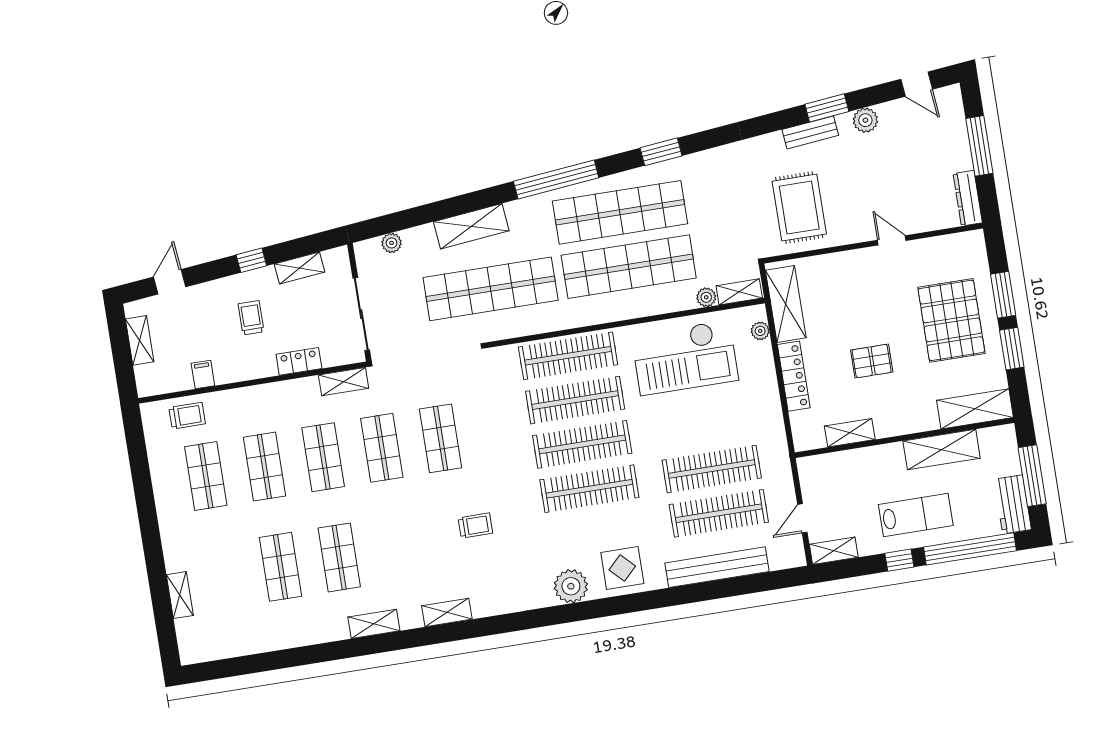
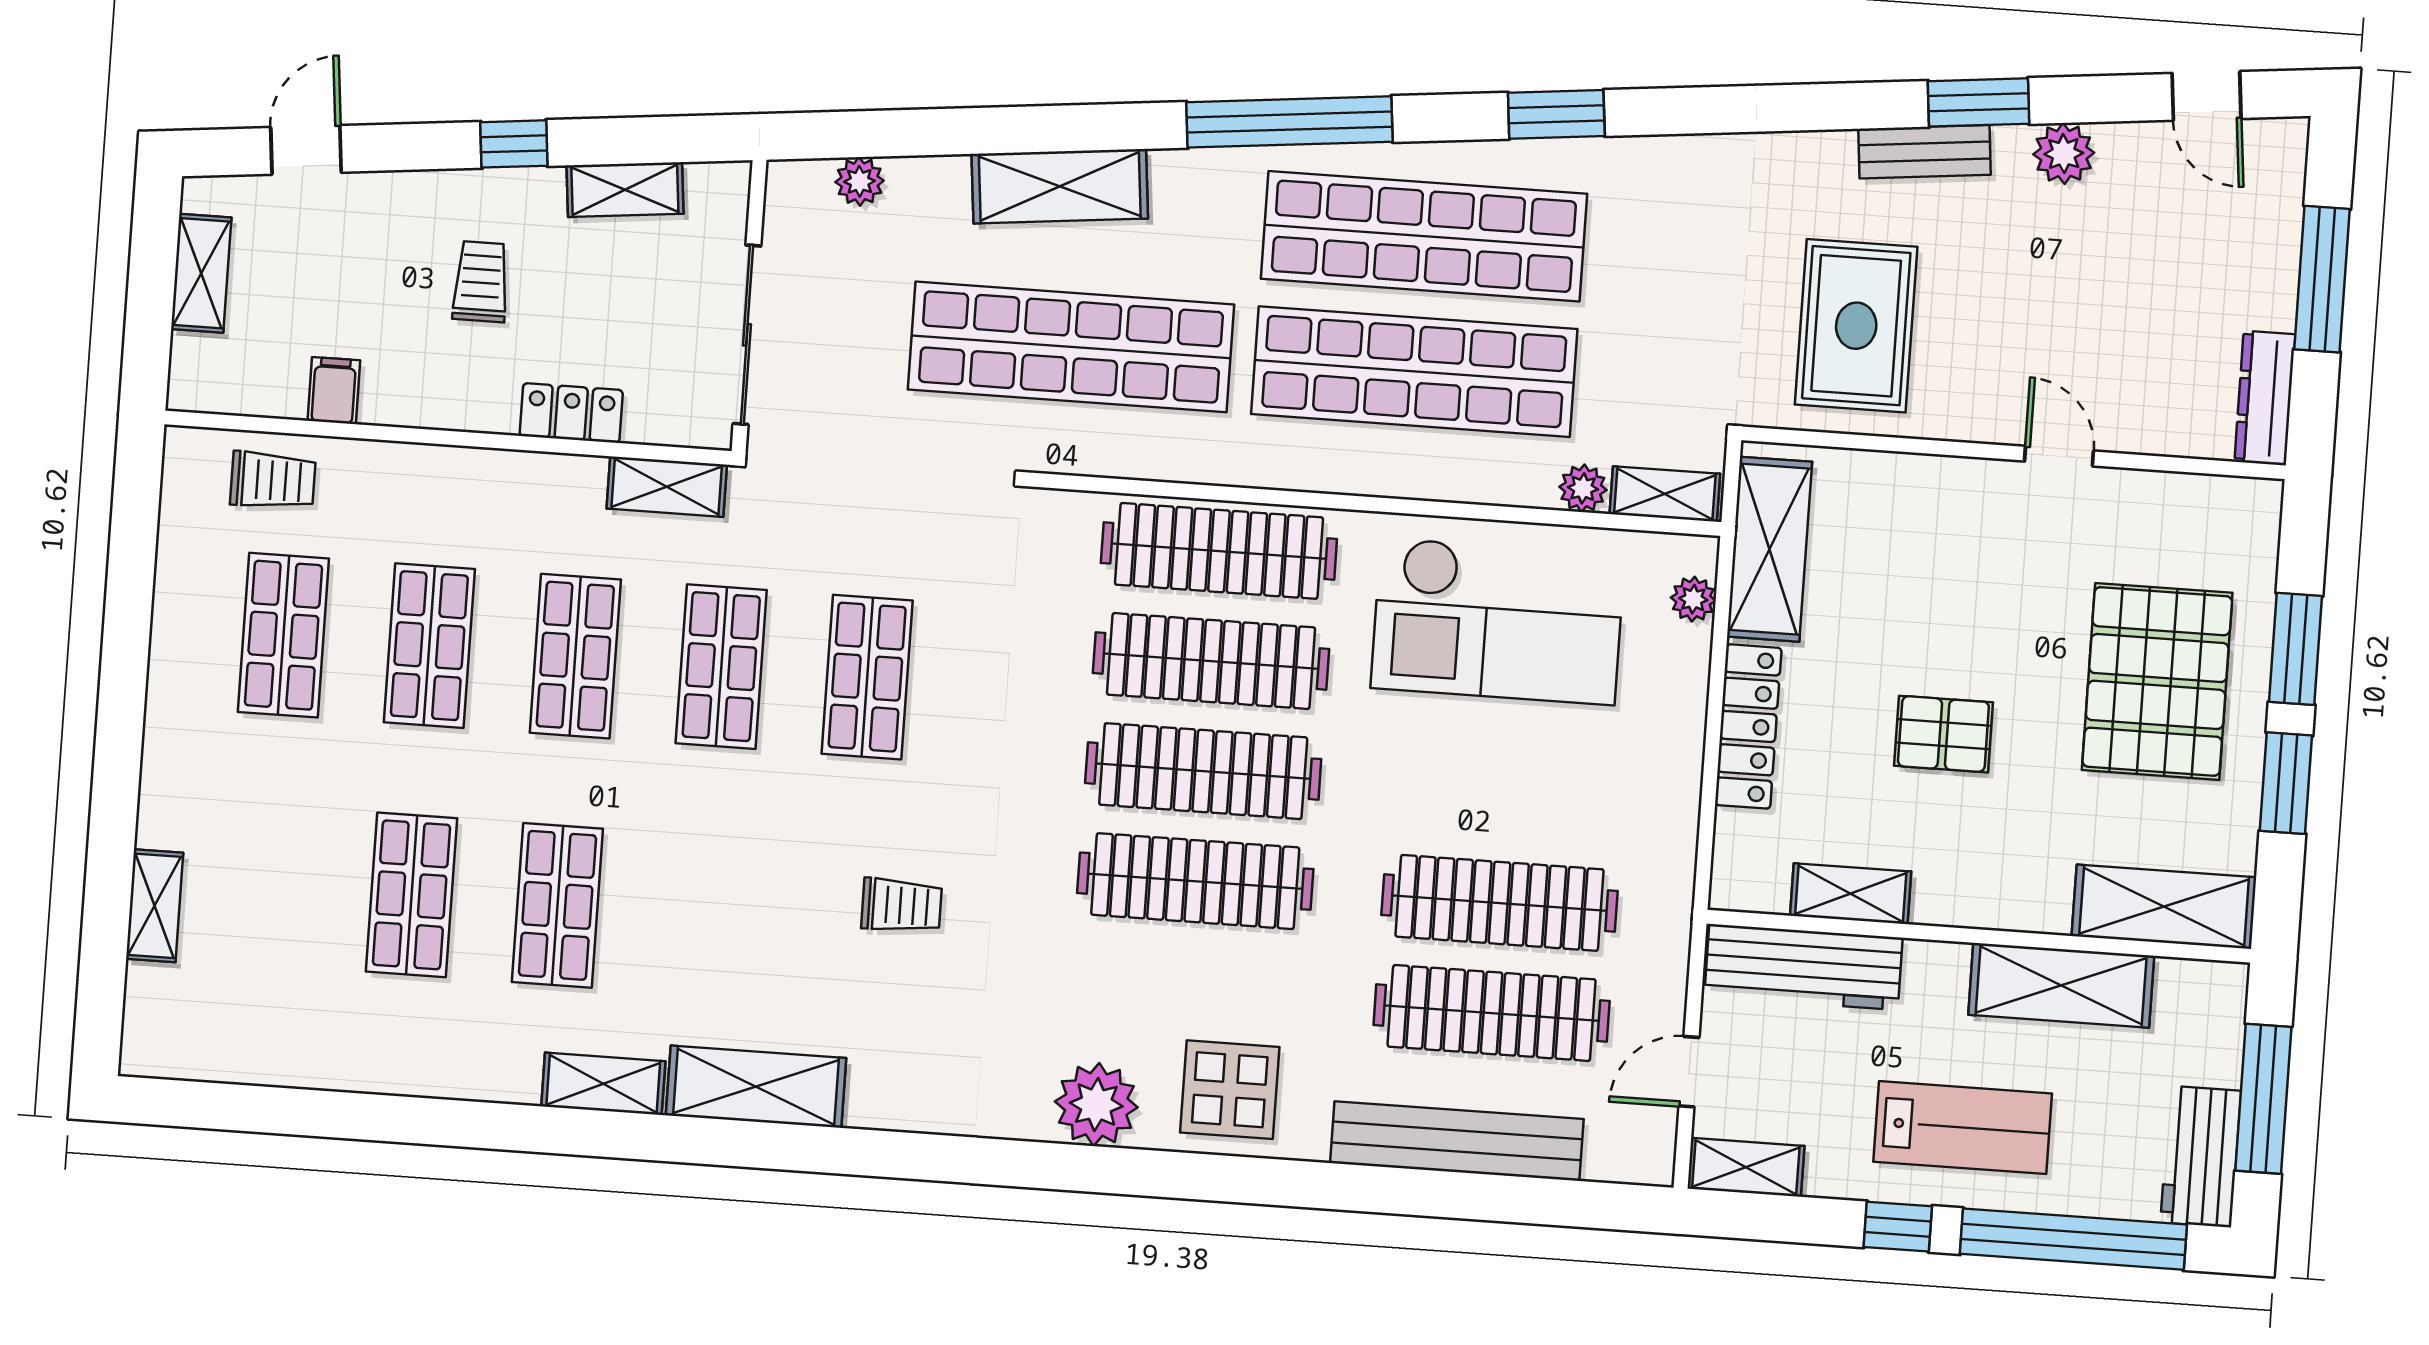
workbench: (838, 466) -> (1804, 967), added
shelving: (447, 612) -> (756, 1087), width x1.50, depth x1.33

